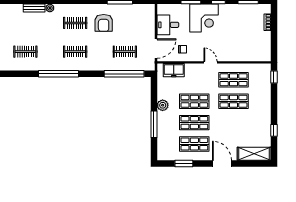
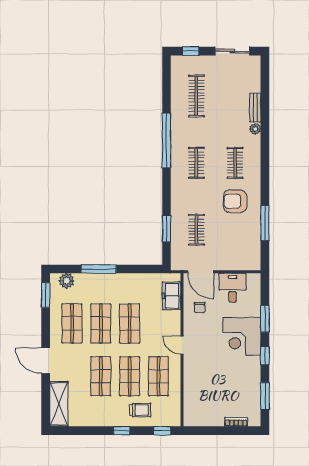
clothes rail: (25, 52) -> (196, 96), width x1.36
door: (210, 62) -> (182, 345), swing flipped
window: (124, 74) -> (167, 229), width x0.47
trolley: (259, 93) -> (140, 410), added
plant: (163, 105) -> (67, 281), moved
shop shelf: (234, 123) -> (101, 376), added
window: (274, 130) -> (122, 431), moved
window: (184, 164) -> (46, 295), moved
door: (222, 164) -> (46, 361), swing flipped

